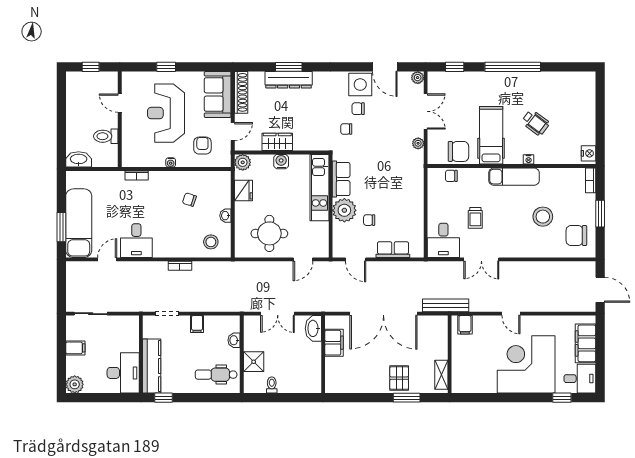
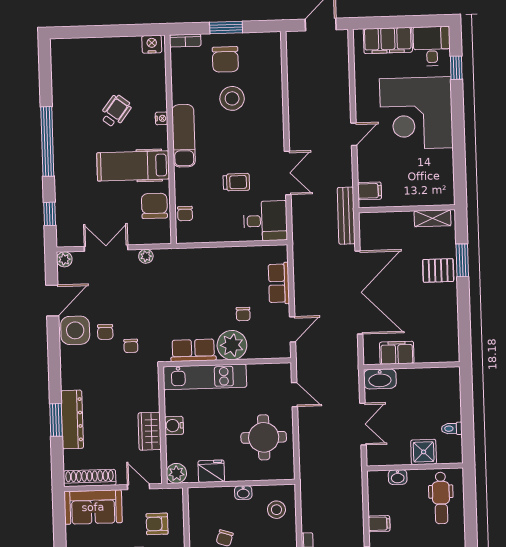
chair: (576, 235) -> (225, 59), moved

